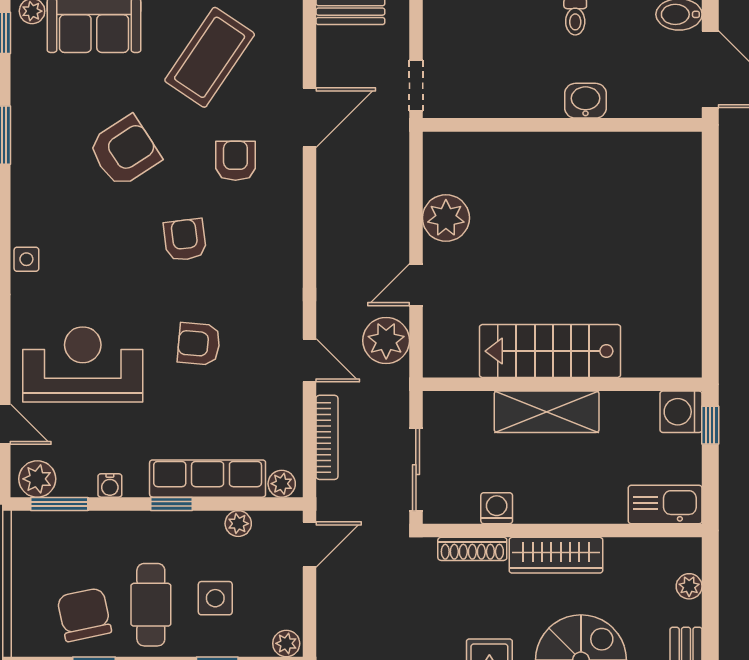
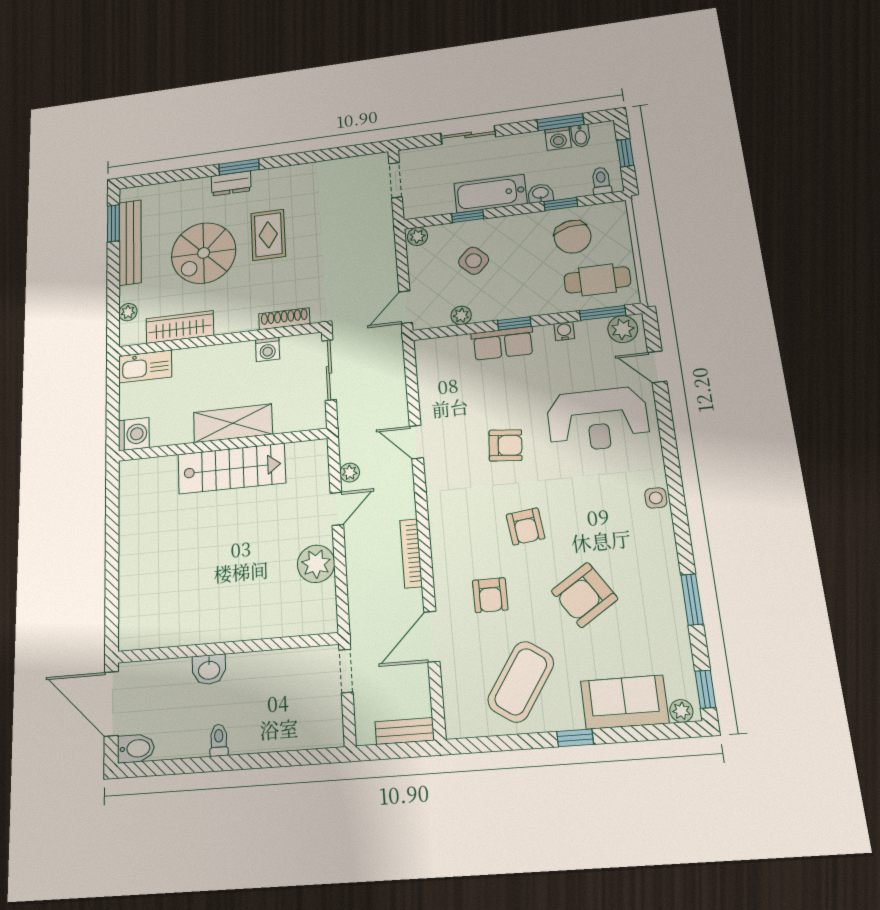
plant: (386, 341) -> (350, 473), width x0.53, depth x0.53
window: (710, 425) -> (113, 427), removed
bookcase: (327, 437) -> (411, 553), moved
row of seats: (208, 479) -> (503, 343), width x0.68
plant: (282, 484) -> (430, 348), removed
wardrobe: (556, 555) -> (180, 327), moved
side table: (215, 598) -> (474, 261), turned 45
cafe table: (151, 605) -> (597, 280), moved, turned 90

